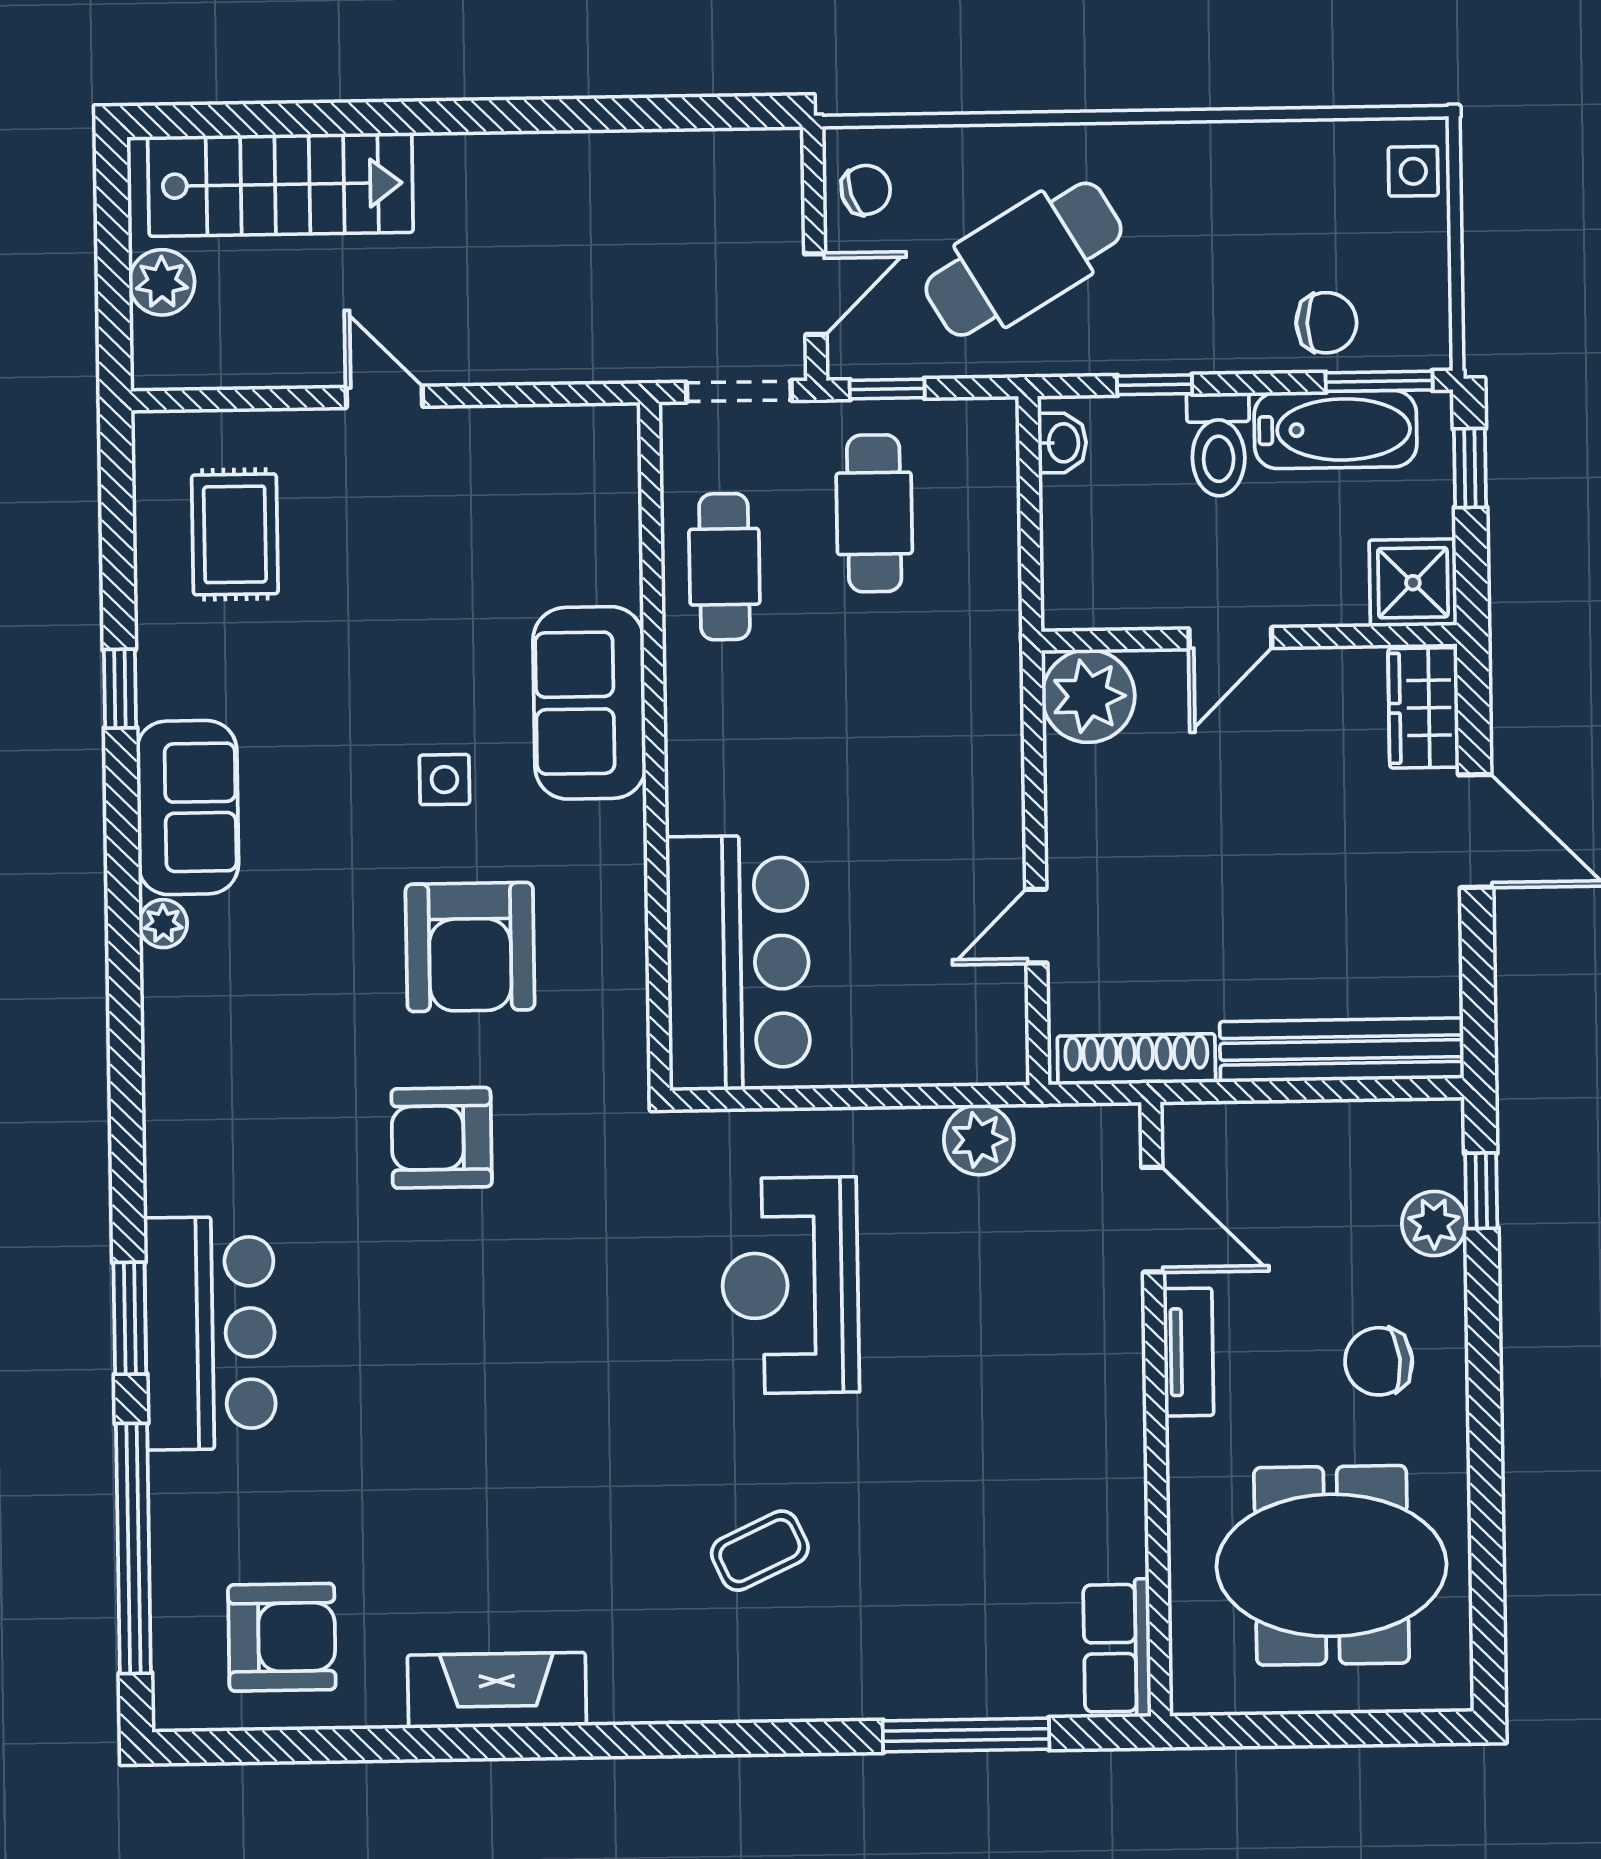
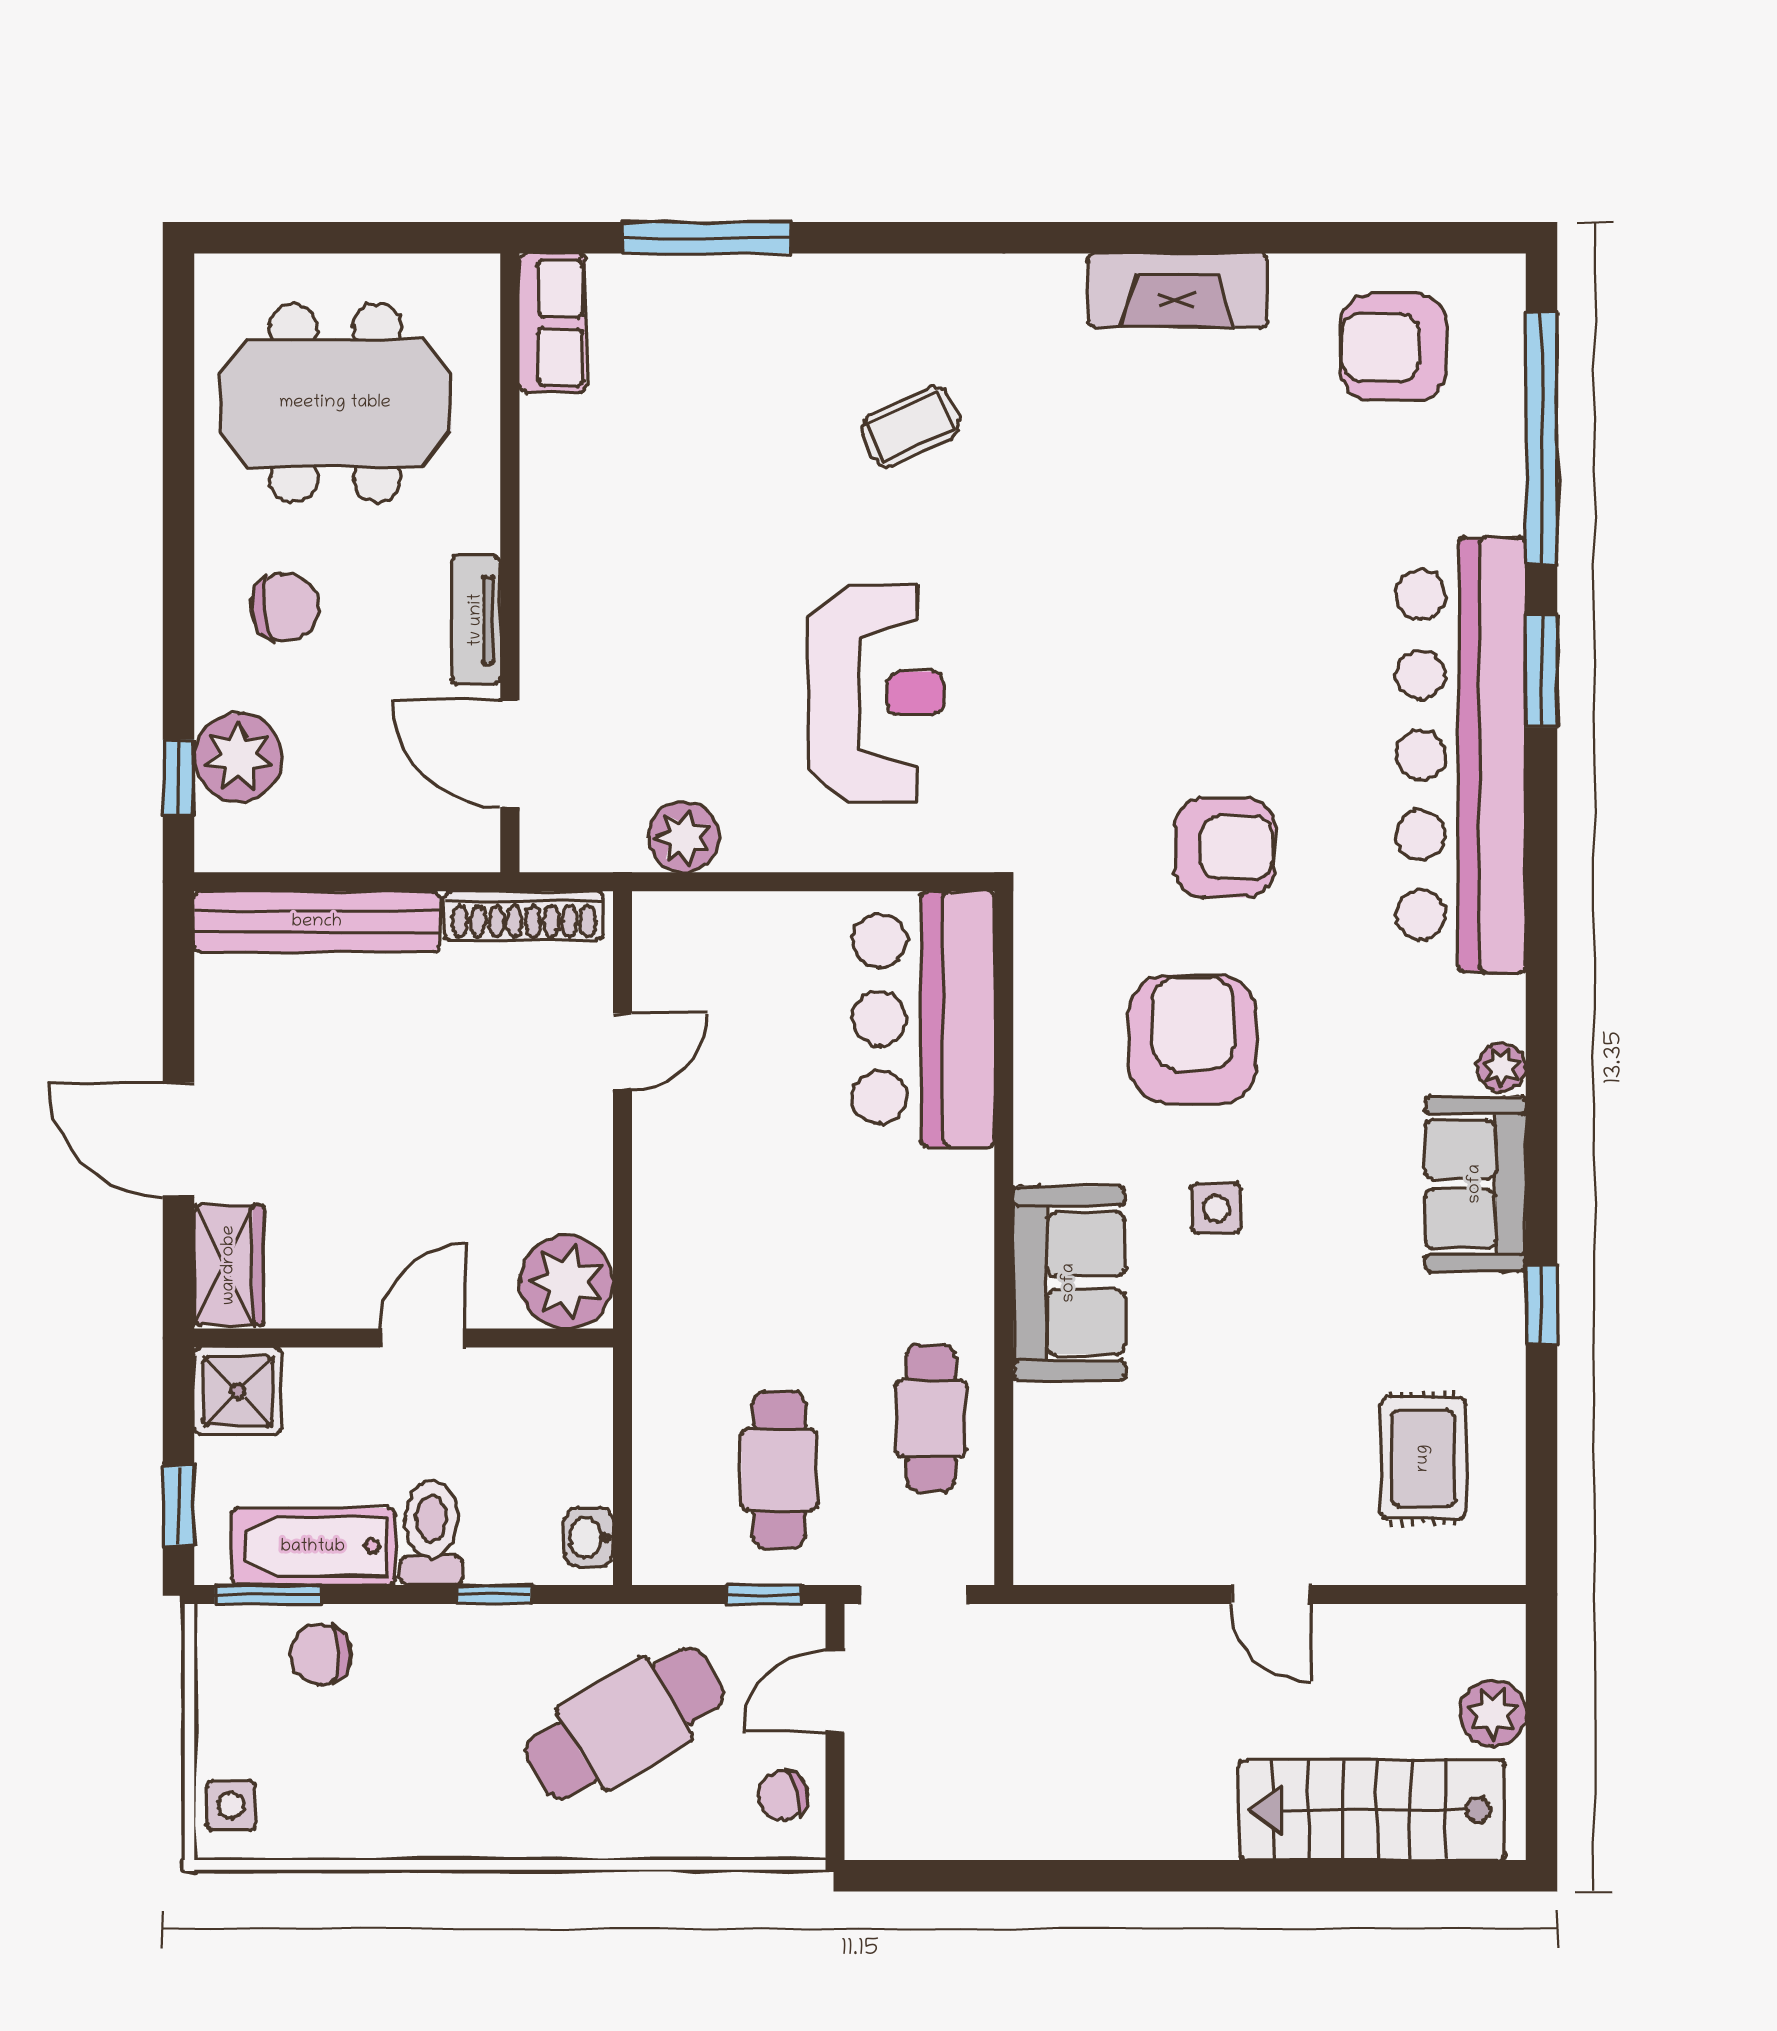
plant: (1434, 1224) -> (238, 757), width x1.36, depth x1.36
bar counter: (210, 1333) -> (1461, 755), width x1.86

